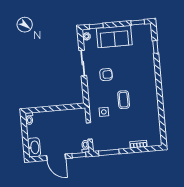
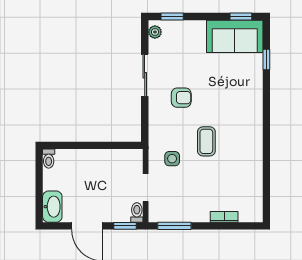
sofa: (114, 37) -> (235, 36), moved

